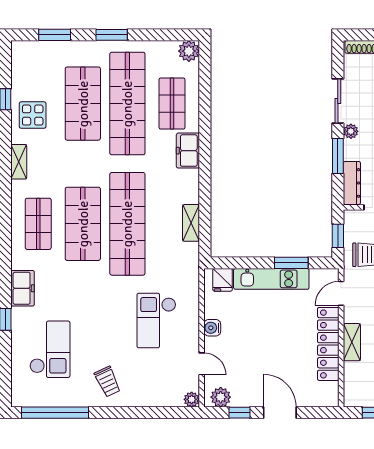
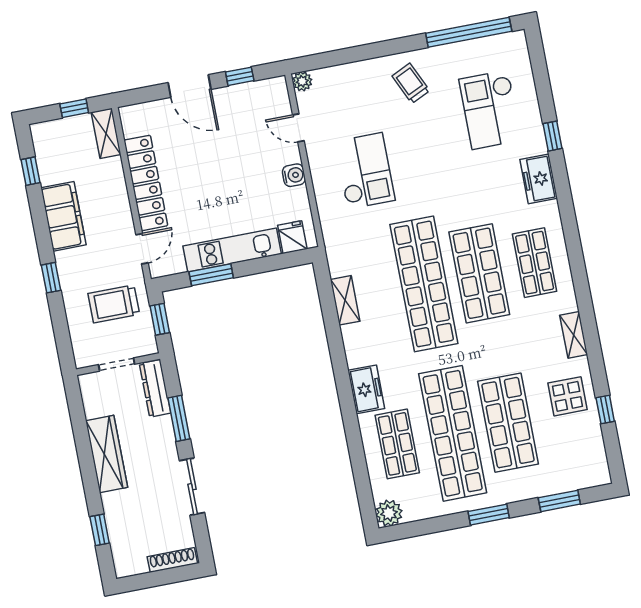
plant: (351, 131) -> (169, 452), removed
shelving: (352, 342) -> (106, 133), moved
plant: (221, 397) -> (267, 91), removed

